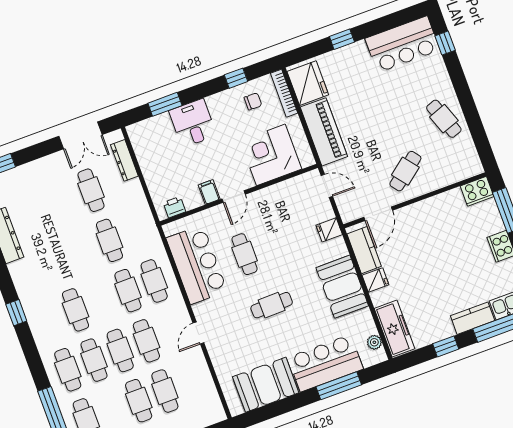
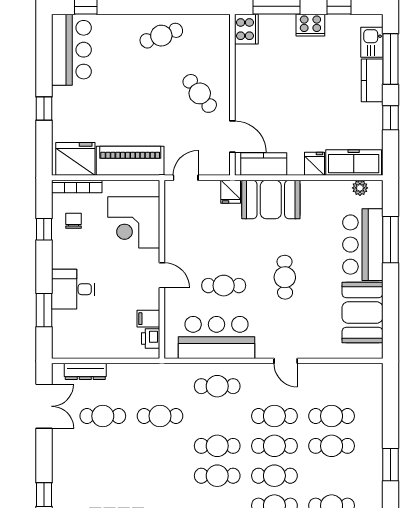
filing cabinet: (209, 192) -> (148, 319), moved
fridge: (375, 280) -> (314, 164), moved
booth: (342, 287) -> (271, 199), moved
cafe table: (128, 291) -> (217, 446), moved

